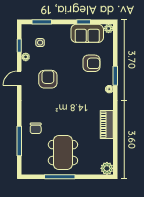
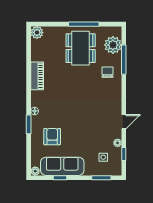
sofa: (87, 33) -> (62, 166), width x1.36
armchair: (92, 63) -> (52, 137), turned 90
armchair: (48, 79) -> (95, 121), removed
plant: (30, 156) -> (113, 45), added

